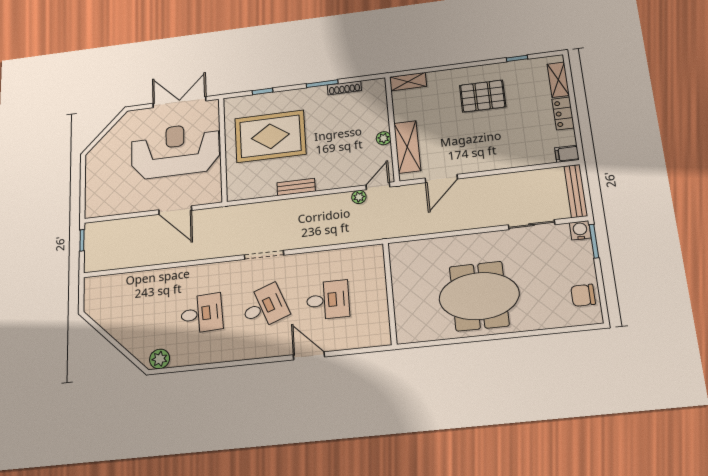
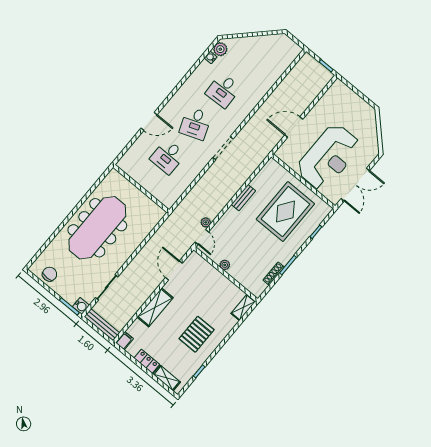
shelving: (407, 147) -> (155, 307), moved, turned 90
meeting table: (479, 296) -> (97, 228), width x1.36
water cooler: (178, 360) -> (211, 57), added

